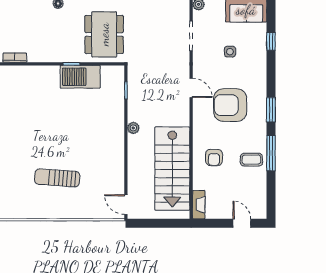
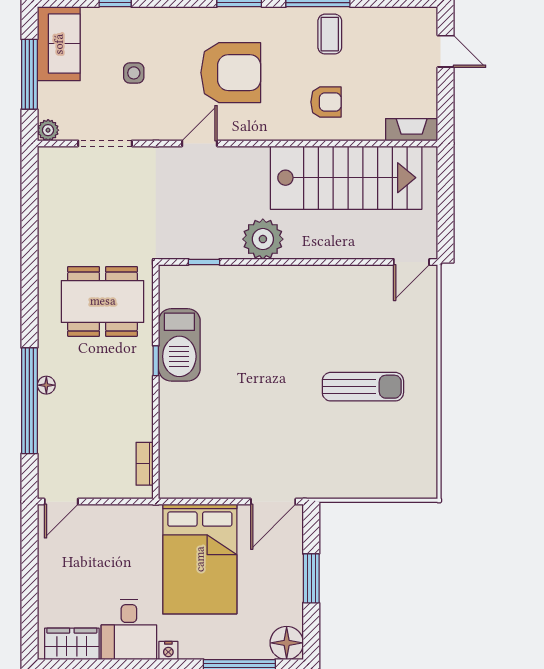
armchair: (230, 105) -> (231, 73), turned -90
plant: (133, 128) -> (263, 239), width x1.88, depth x1.88
sun lounger: (57, 178) -> (363, 387), turned -94
door: (242, 223) -> (446, 51), swing flipped

